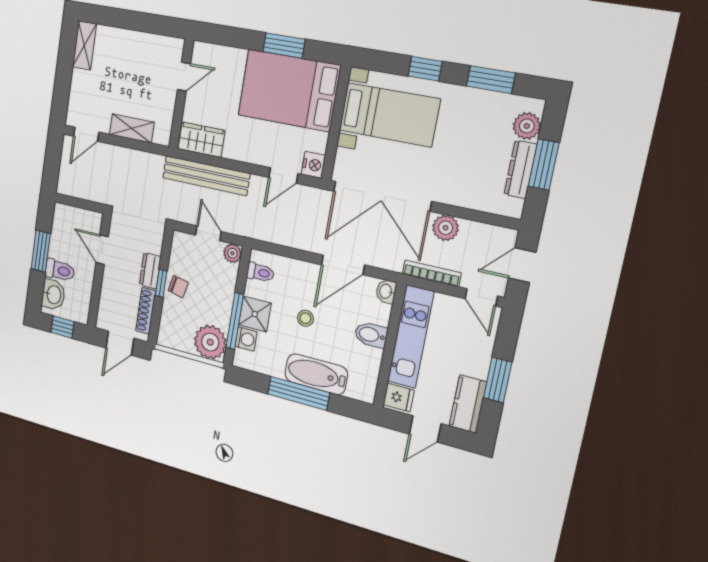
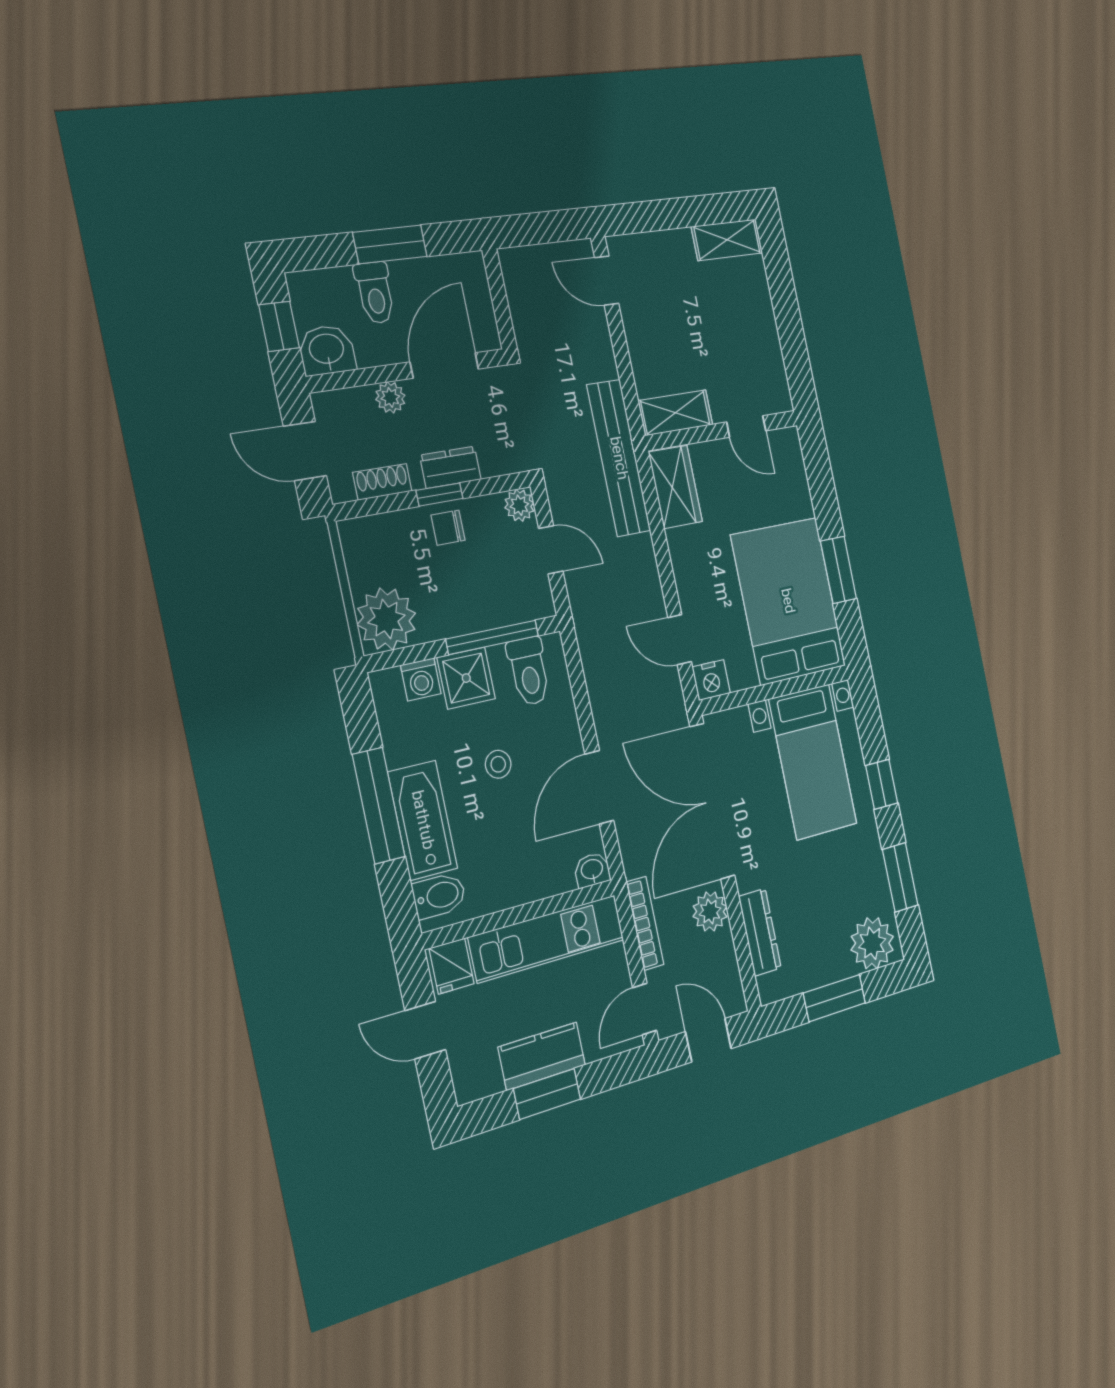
plant: (527, 126) -> (872, 943), width x1.36, depth x1.36
shelving: (132, 128) -> (676, 413), moved, turned 90
dresser: (520, 169) -> (760, 932), moved, turned 90
bench: (206, 176) -> (619, 458), moved
door: (208, 233) -> (551, 550), hinge flipped
door: (102, 250) -> (444, 365), width x1.38
plant: (232, 253) -> (519, 505), moved
door: (343, 265) -> (599, 787), hinge flipped
toilet: (260, 272) -> (529, 671), width x1.37, depth x1.39
plant: (109, 287) -> (390, 397), added
chair: (178, 287) -> (448, 528), turned 78
washbasin: (53, 295) -> (327, 350), moved, turned 180
shoe rack: (146, 311) -> (382, 482), width x0.70
window: (235, 321) -> (492, 637), moved
bidet: (371, 335) -> (439, 896), moved, turned 90
kitchen counter: (468, 404) -> (542, 1056), moved

